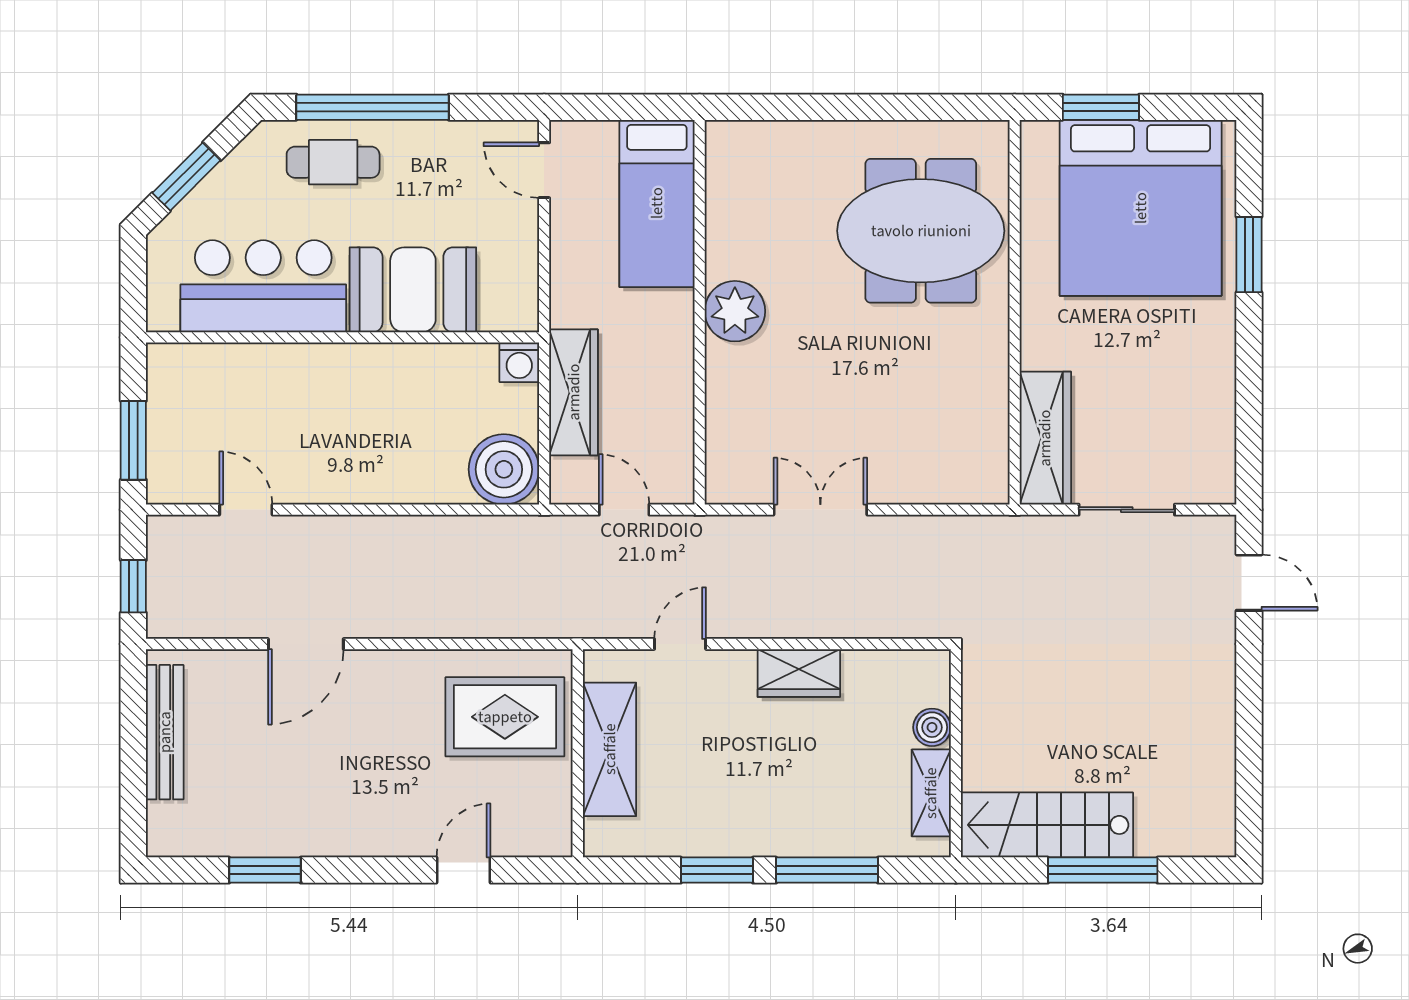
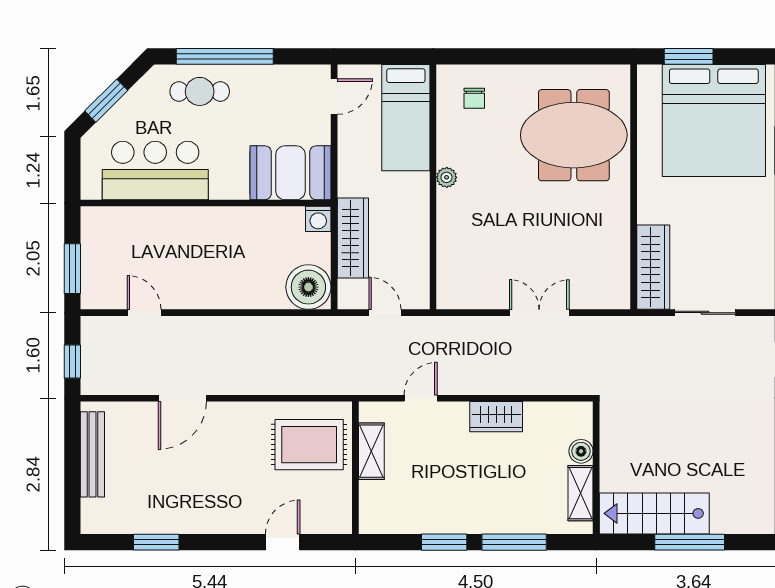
door: (544, 170) -> (334, 97), swing flipped
chair: (764, 173) -> (474, 98), added
booth: (413, 290) -> (291, 173), moved
plant: (735, 311) -> (447, 177), width x0.53, depth x0.53
double door: (820, 510) -> (539, 313), moved
shelving: (610, 749) -> (371, 451), width x0.67, depth x0.75

